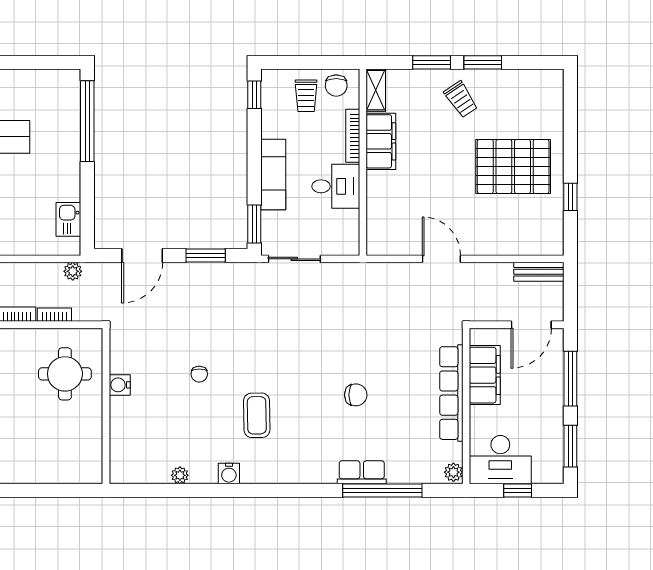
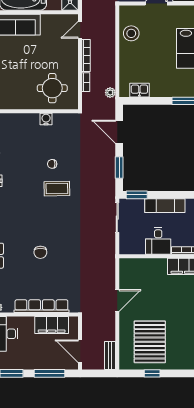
pallet: (513, 166) -> (150, 342), moved
coffee table: (257, 415) -> (57, 189), moved

